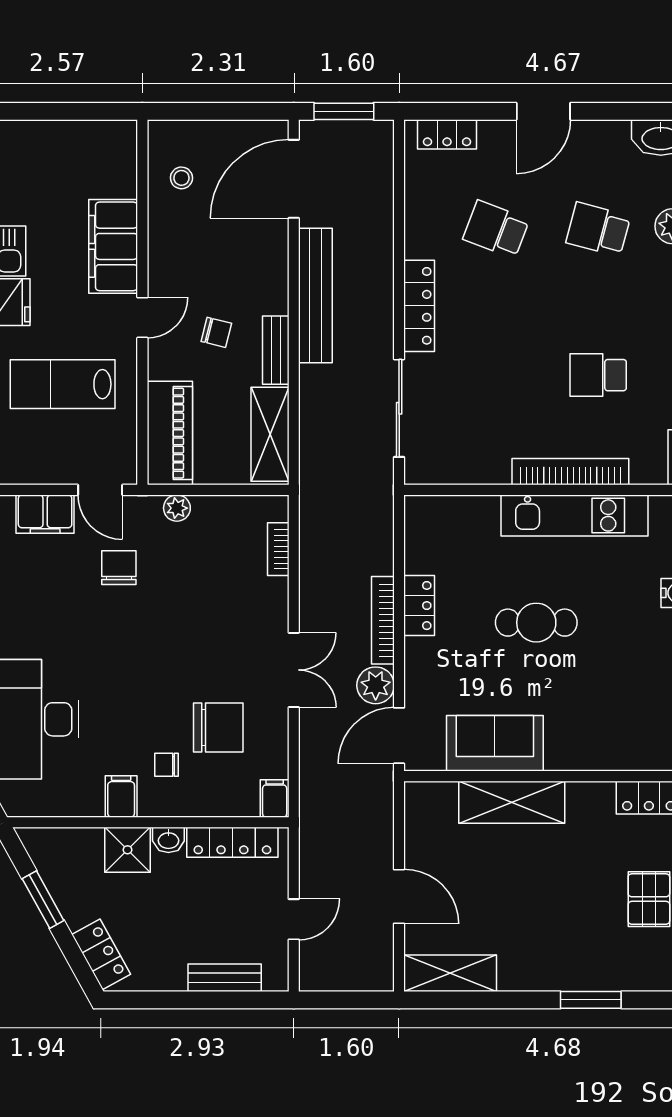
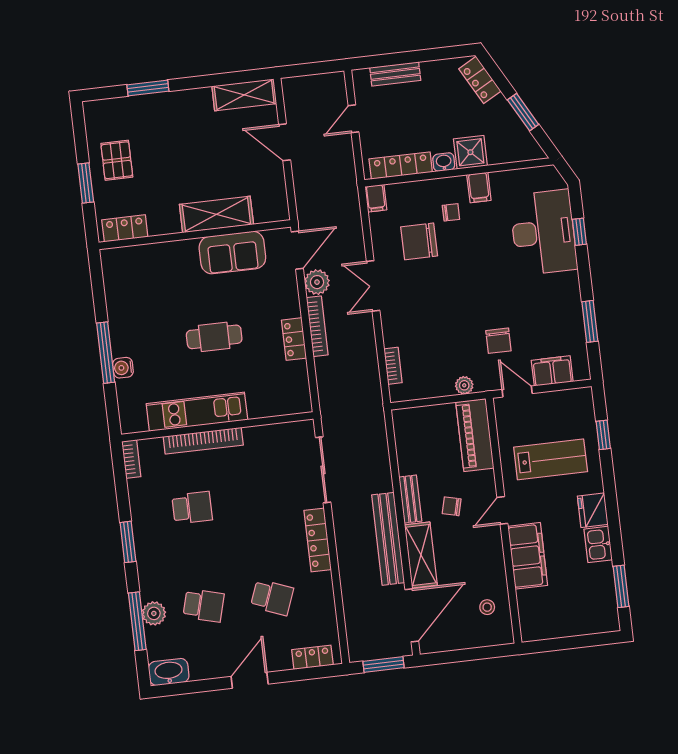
shelving: (270, 434) -> (421, 555), moved

